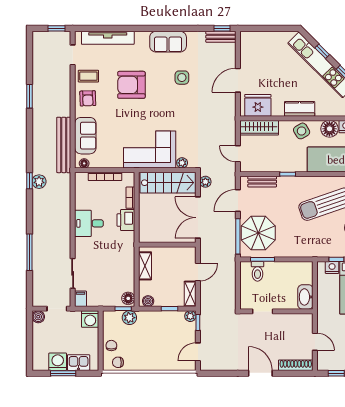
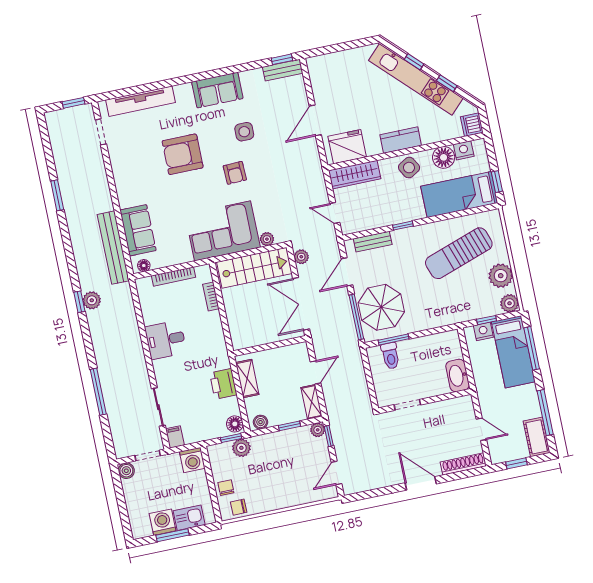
coffee table: (88, 76) -> (126, 155), removed
armchair: (88, 98) -> (235, 173), moved
printer: (126, 220) -> (223, 384), moved

